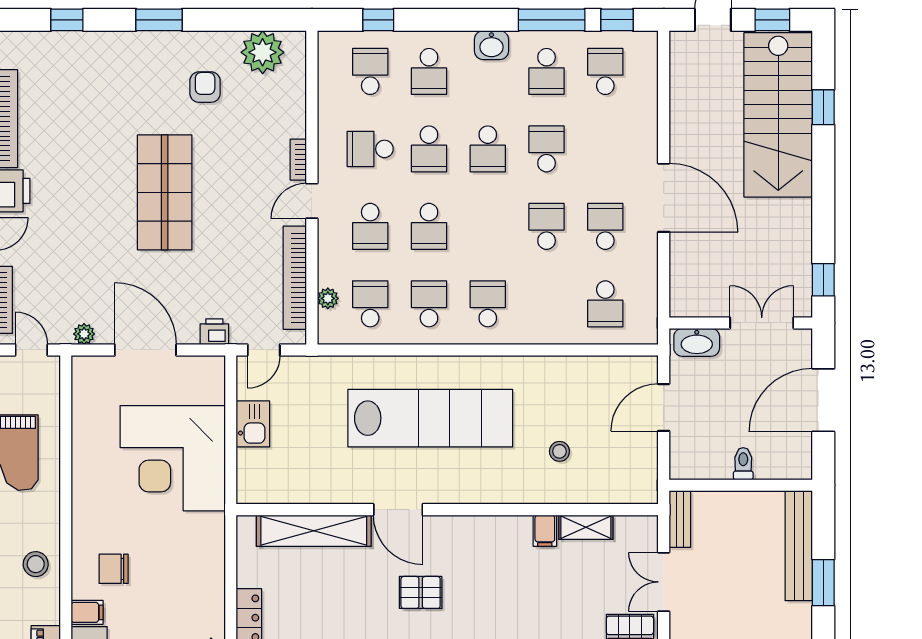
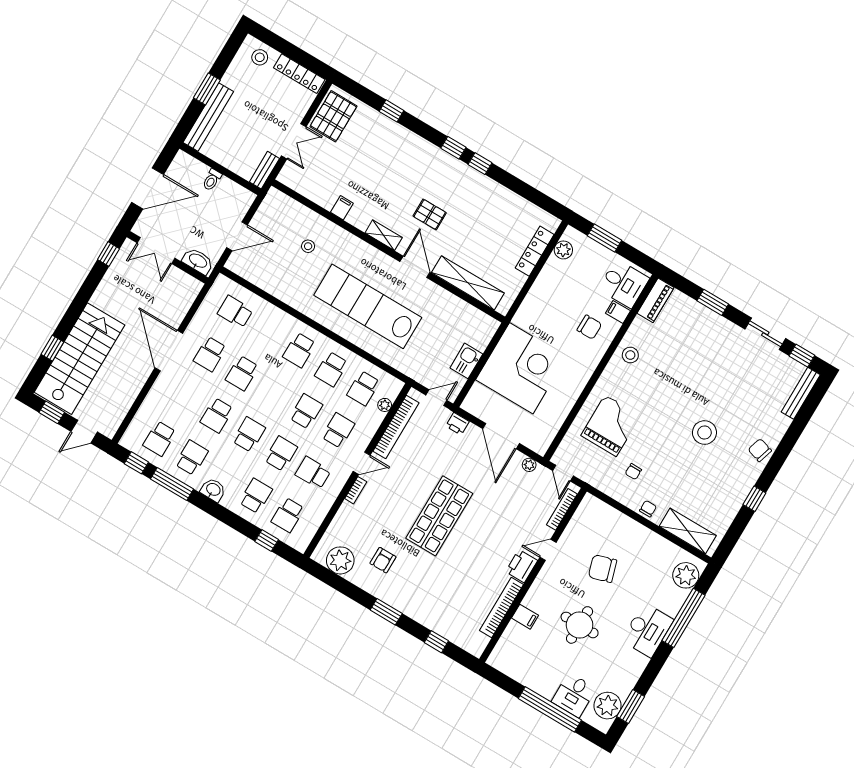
school desk: (370, 149) -> (313, 473), turned 180
school desk: (605, 304) -> (235, 312), turned -90
shelving: (586, 527) -> (384, 235), moved

